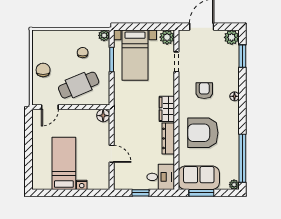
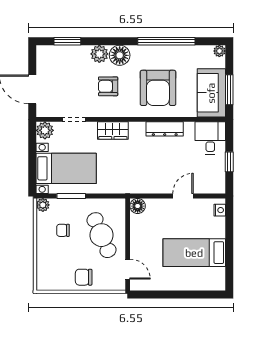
plant: (232, 37) -> (99, 54), moved
floor lamp: (234, 96) -> (120, 55), width x1.89, depth x1.89
wardrobe: (167, 109) -> (113, 131), moved
window: (242, 158) -> (166, 41), moved
nightstand: (82, 185) -> (220, 210), moved

